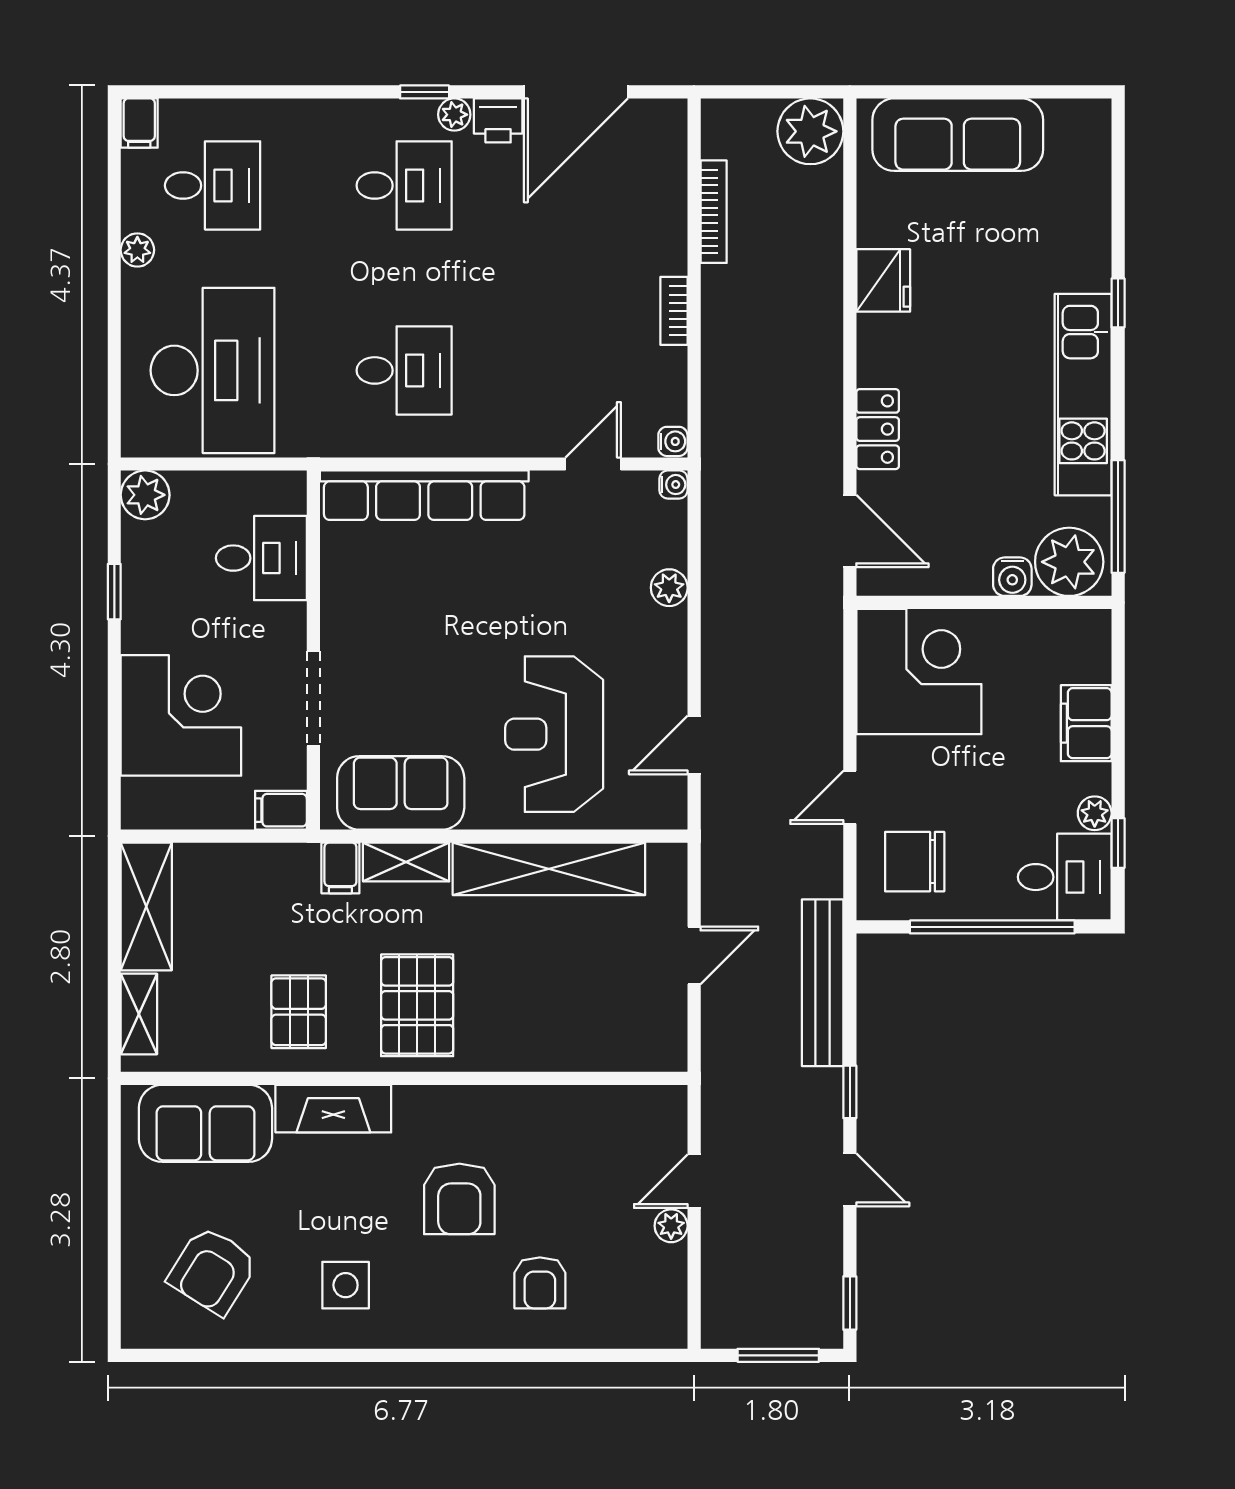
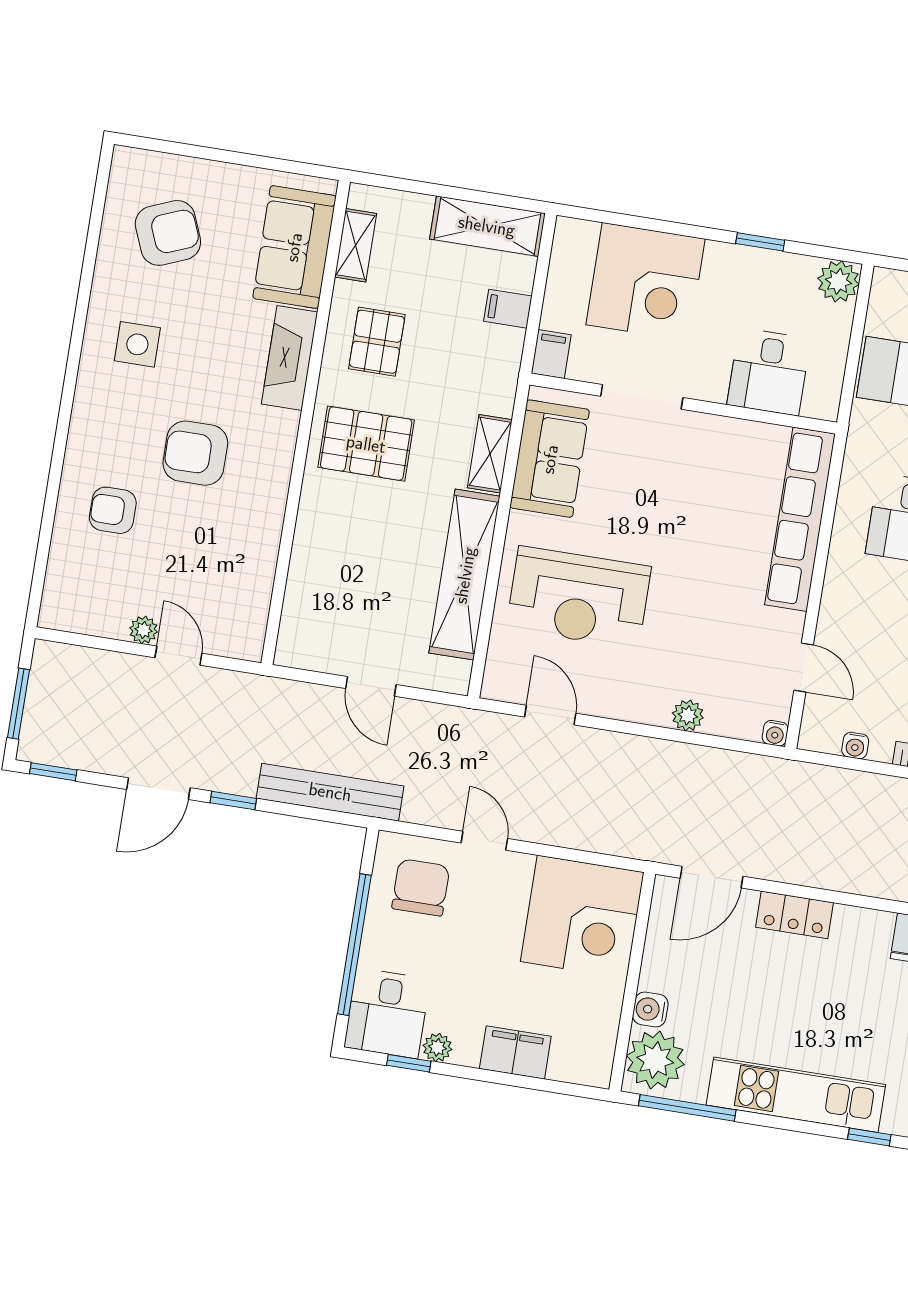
water cooler: (673, 441) -> (855, 746), moved
reception desk: (554, 734) -> (579, 597), turned 180
filing cabinet: (340, 868) -> (508, 309), moved
pallet: (299, 1012) -> (377, 342), turned 90
shelving: (139, 1014) -> (356, 245), moved, turned 90
door: (850, 1180) -> (158, 789), width x1.38
armchair: (213, 1271) -> (168, 233), turned 126

